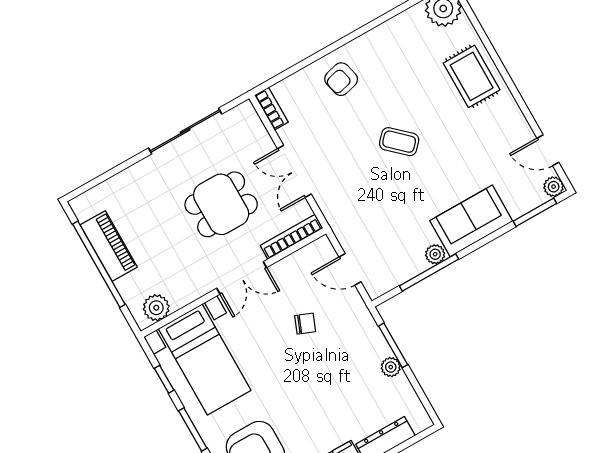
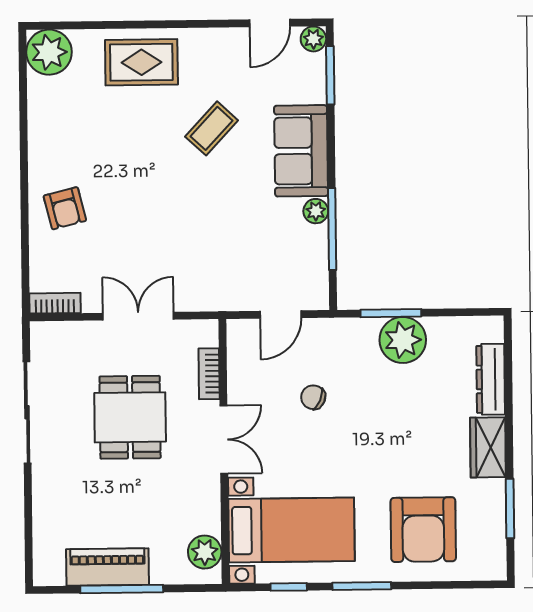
coffee table: (399, 142) -> (212, 128), moved
double door: (294, 171) -> (138, 316), swing flipped
bookcase: (291, 237) -> (209, 374), width x0.64
window: (99, 264) -> (122, 589), width x0.68
chair: (305, 324) -> (313, 397), turned -89
plant: (391, 367) -> (403, 340), width x1.88, depth x1.88

